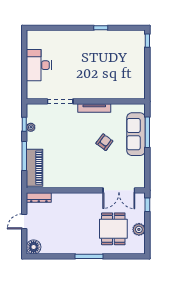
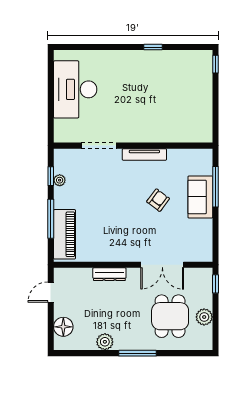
desk: (39, 65) -> (75, 89), width x1.36, depth x1.30
sofa: (136, 134) -> (200, 197), width x0.73
double door: (119, 190) -> (162, 265), moved
dresser: (39, 197) -> (109, 274), moved
door: (24, 221) -> (51, 292), moved
floor lamp: (34, 247) -> (63, 327), moved
plant: (65, 248) -> (105, 342), added

